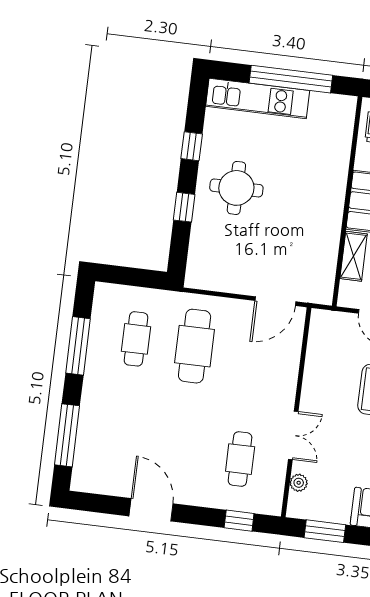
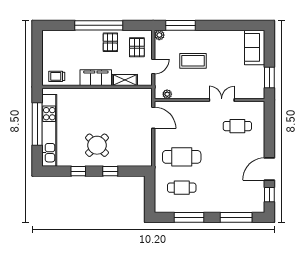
kitchen unit: (258, 98) -> (49, 130), width x1.36
round table: (236, 188) -> (97, 145), turned 45
plant: (299, 483) -> (167, 94), moved
window: (239, 521) -> (269, 195), moved

